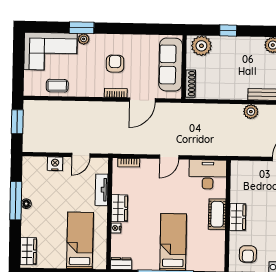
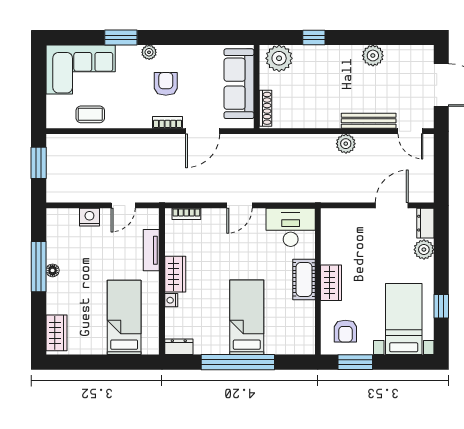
plant: (84, 39) -> (149, 52), moved

